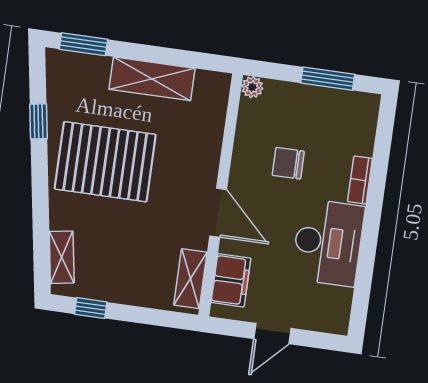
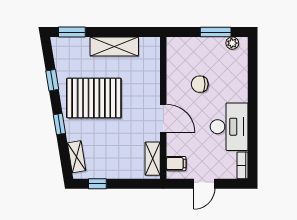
plant: (252, 87) -> (232, 43), moved
bookcase: (360, 180) -> (242, 165), moved
window: (40, 197) -> (59, 124), added
filing cabinet: (231, 280) -> (176, 164), width x0.50

